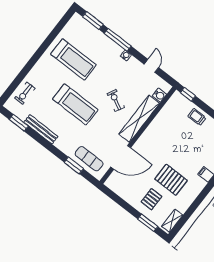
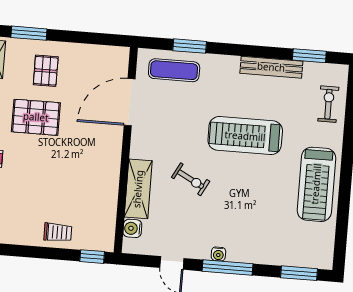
window: (118, 40) -> (227, 267), moved
treadmill: (73, 59) -> (316, 184), moved, turned -90
shelving: (139, 119) -> (138, 189), width x0.68

